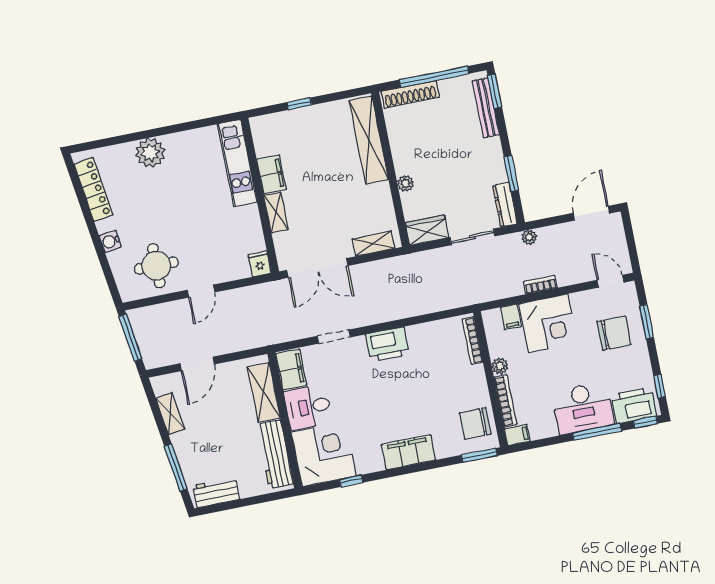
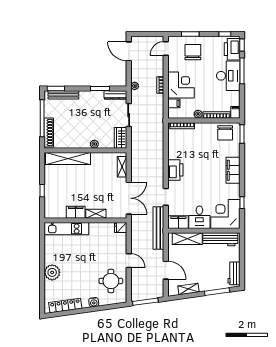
bench: (273, 334) -> (158, 228), added

